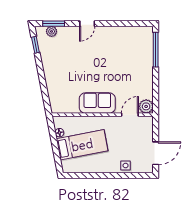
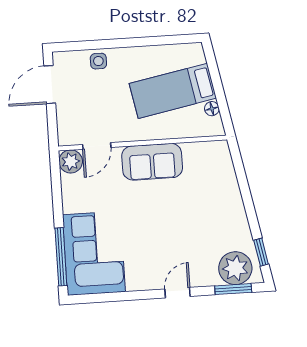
plant: (52, 31) -> (235, 268), width x1.88, depth x1.88
corner sofa: (136, 50) -> (94, 253), added

